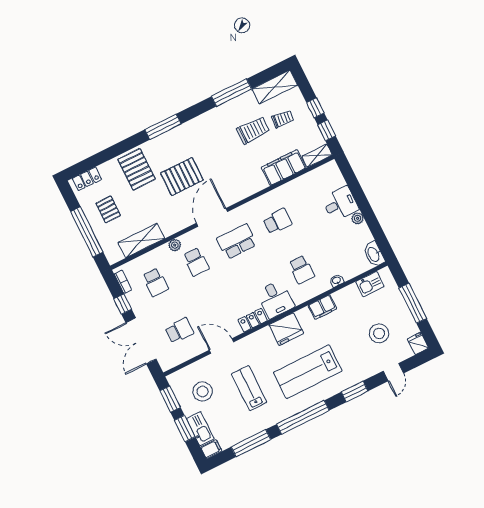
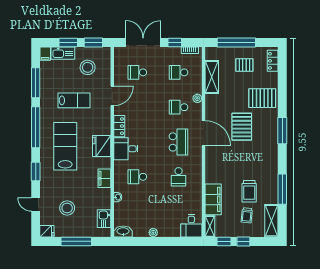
desk: (340, 204) -> (191, 226), moved
school desk: (179, 330) -> (137, 72), turned 90

